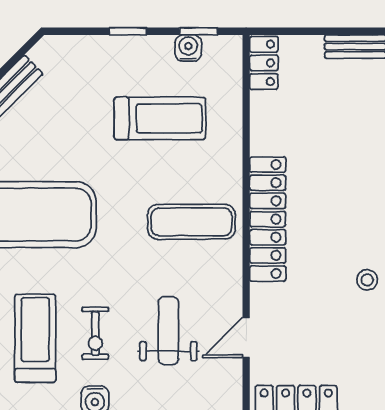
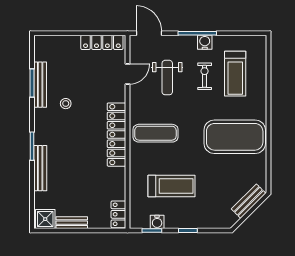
treadmill: (160, 118) -> (172, 186), turned 180

